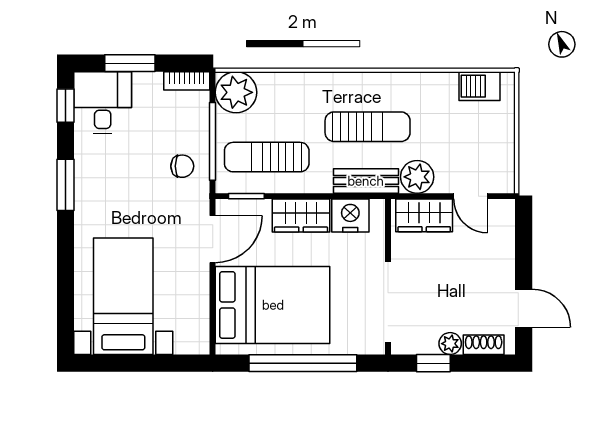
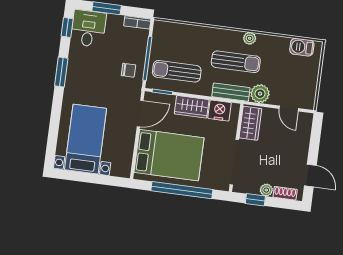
plant: (236, 92) -> (250, 38), moved, width x0.53, depth x0.53
wardrobe: (424, 215) -> (250, 123), moved, turned -90

